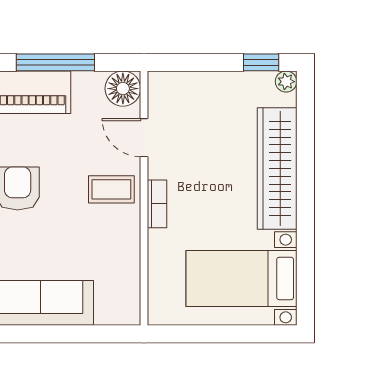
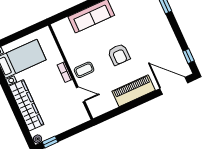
window: (55, 62) -> (126, 107), removed
floor lamp: (123, 89) -> (97, 109), removed

